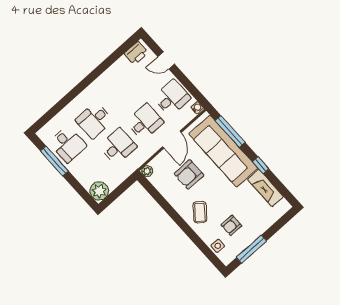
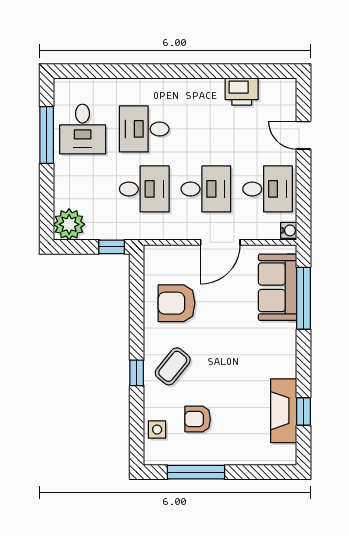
printer: (136, 53) -> (242, 91), moved
sofa: (223, 151) -> (278, 287), width x0.54, depth x0.79
window: (261, 165) -> (304, 412), moved
plant: (147, 171) -> (153, 254), removed
armchair: (189, 174) -> (177, 303), moved
window: (126, 184) -> (112, 247), added
window: (187, 229) -> (137, 373), added

